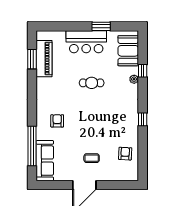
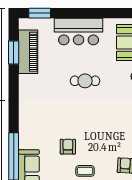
window: (101, 26) -> (40, 13), moved
armchair: (57, 121) -> (68, 147), moved

